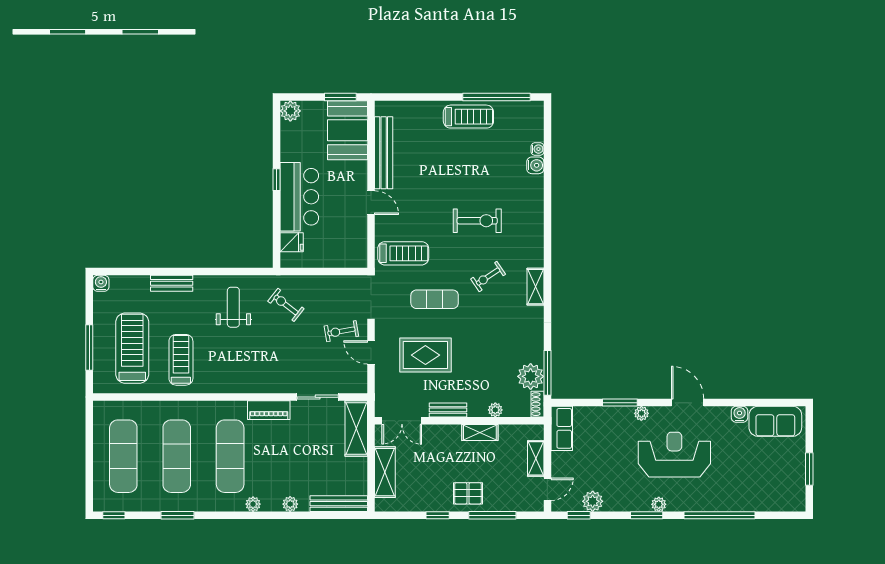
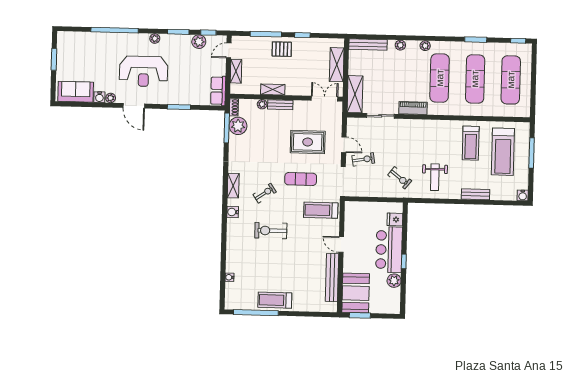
plant: (290, 111) -> (394, 281), moved
water cooler: (535, 165) -> (233, 212), moved
bench: (448, 410) -> (280, 105), moved
plant: (641, 413) -> (111, 98), moved
window: (647, 515) -> (178, 32), moved

